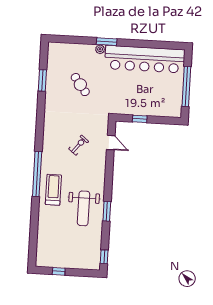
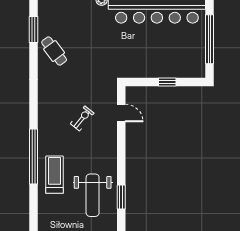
window: (42, 80) -> (34, 29), moved
cafe table: (80, 85) -> (54, 51), moved
window: (140, 119) -> (167, 82), moved

